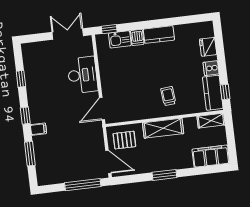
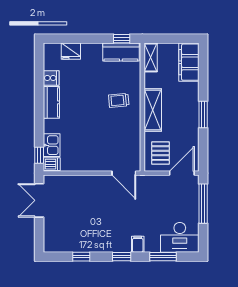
dishwasher: (137, 37) -> (52, 164), moved
cooker: (211, 68) -> (51, 78), moved, turned -90
desk: (82, 75) -> (180, 237), moved, turned 180

